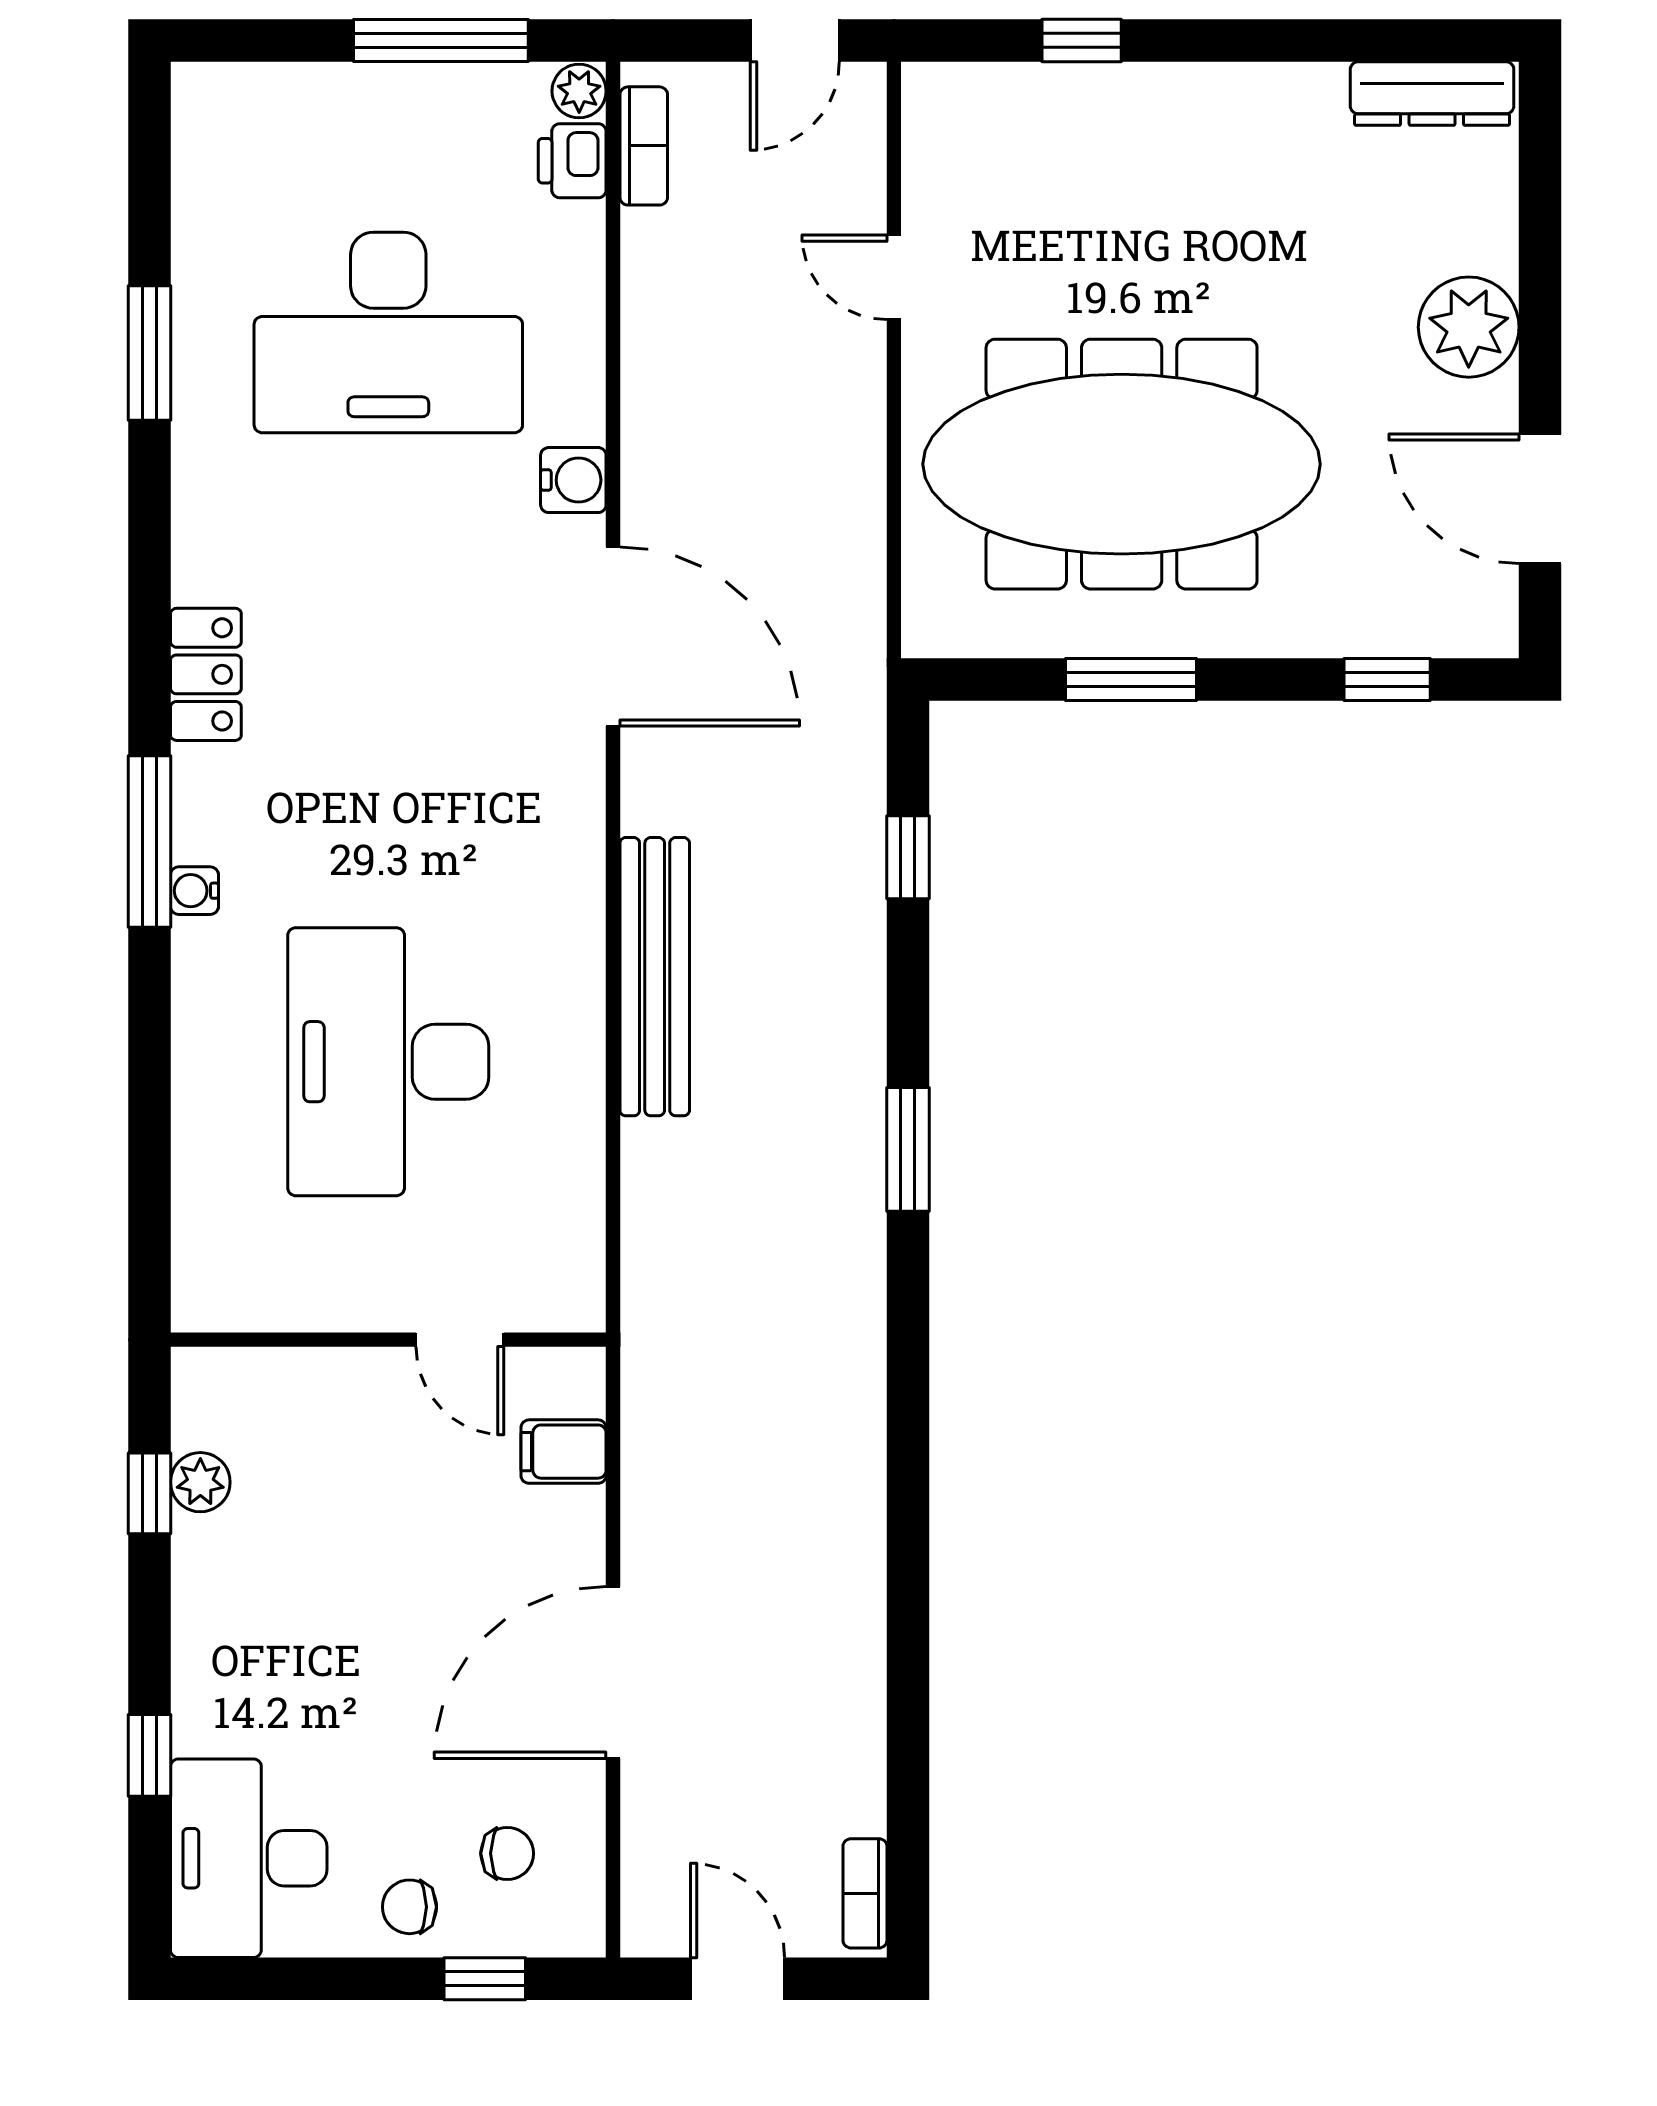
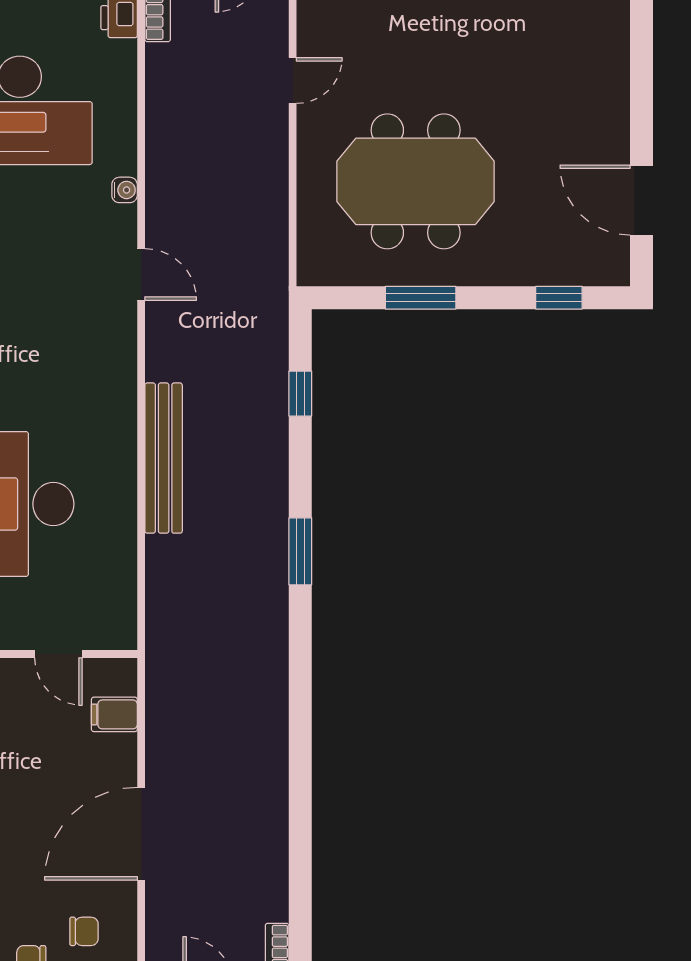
door: (894, 277) -> (293, 81), swing flipped
plant: (1469, 327) -> (603, 107), removed
meeting table: (1122, 464) -> (416, 181), width x0.73
water cooler: (573, 480) -> (125, 190), width x0.72, depth x0.72
door: (613, 637) -> (141, 274), width x0.53

